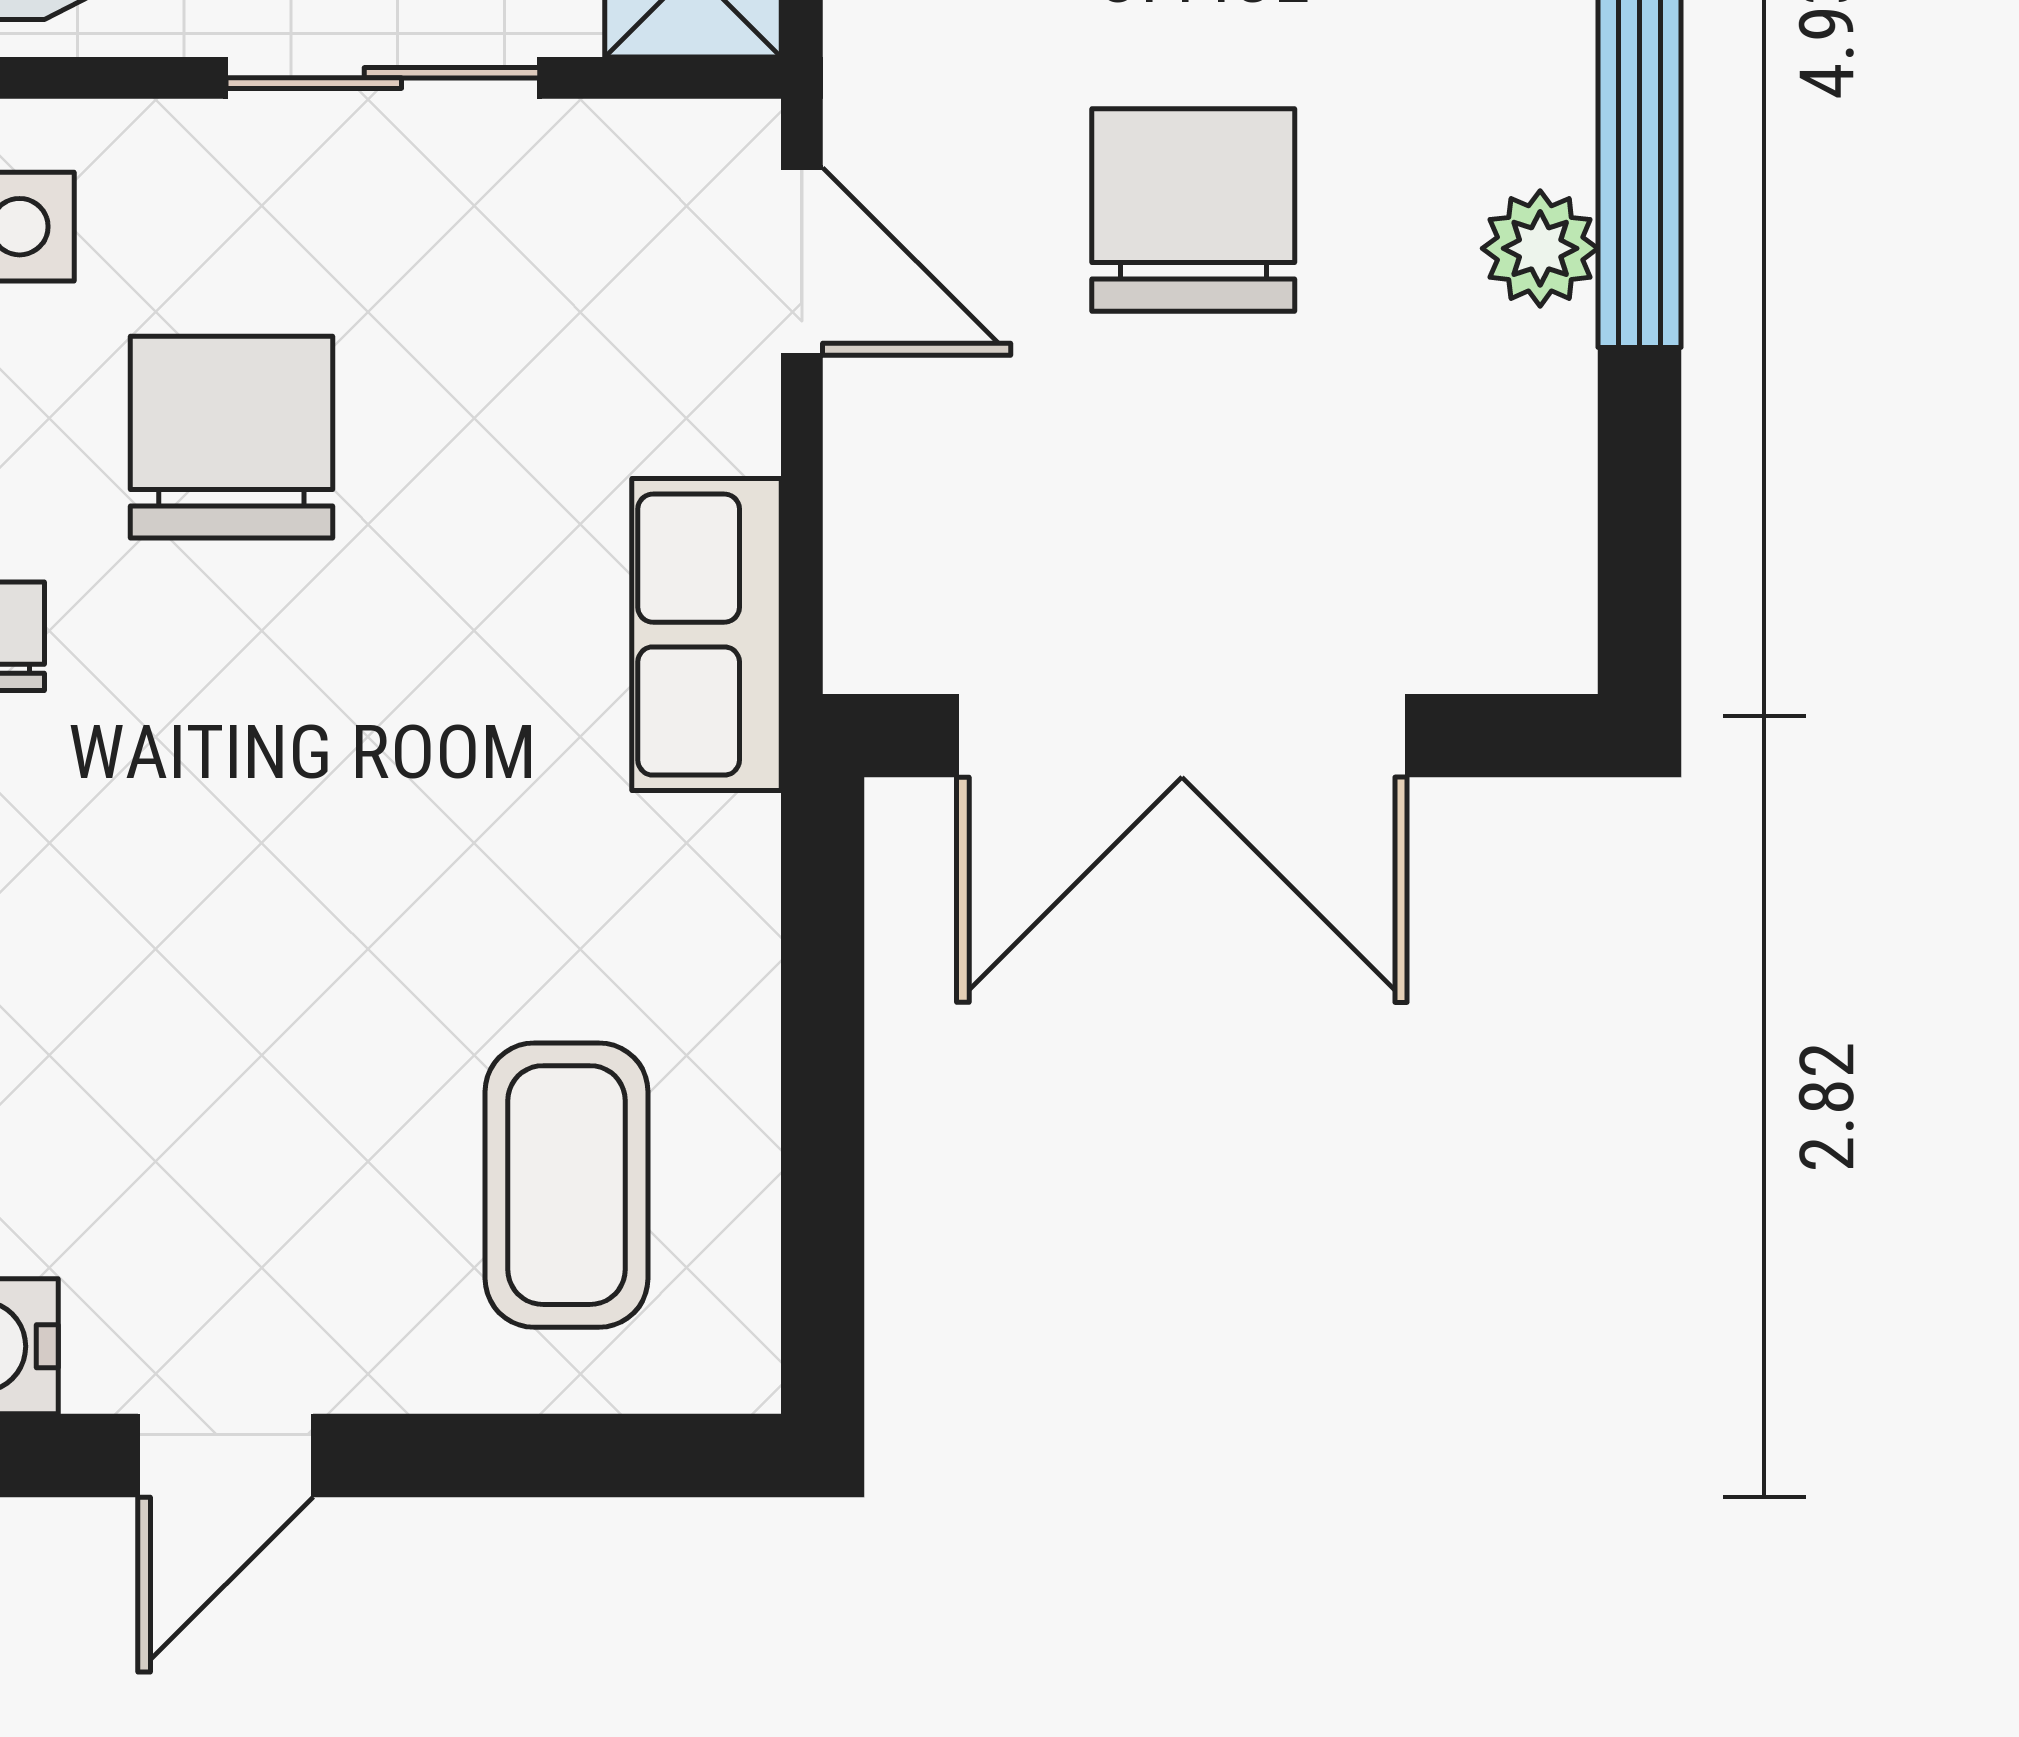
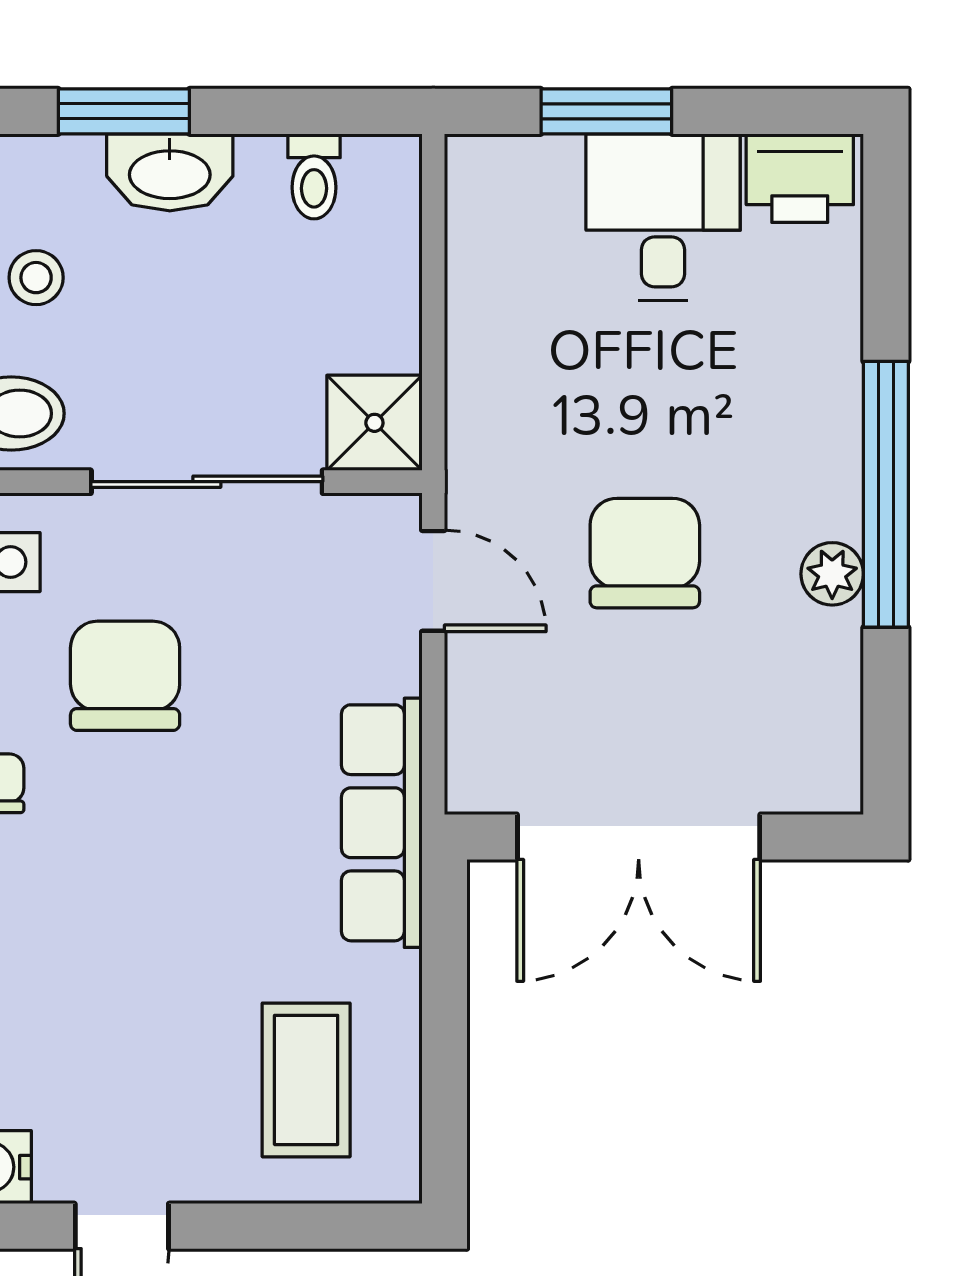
sliding door: (383, 78) -> (207, 482), width x1.37
row of seats: (706, 635) -> (382, 823), width x1.48

